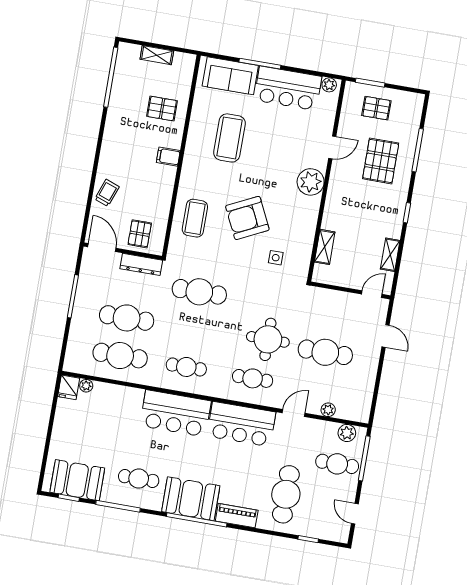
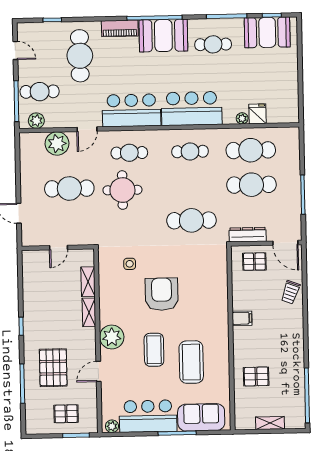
filing cabinet: (168, 157) -> (242, 318), moved
coffee table: (195, 218) -> (154, 350), moved
armchair: (247, 218) -> (162, 294), turned -64
pallet: (140, 234) -> (254, 262), turned 90
shelving: (390, 255) -> (89, 312), moved
door: (372, 294) -> (59, 248), moved
plant: (86, 386) -> (242, 118), moved
fridge: (69, 387) -> (257, 114), moved
plant: (328, 410) -> (57, 144), width x1.87, depth x1.87

